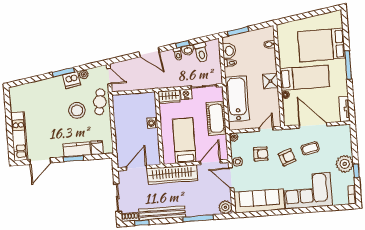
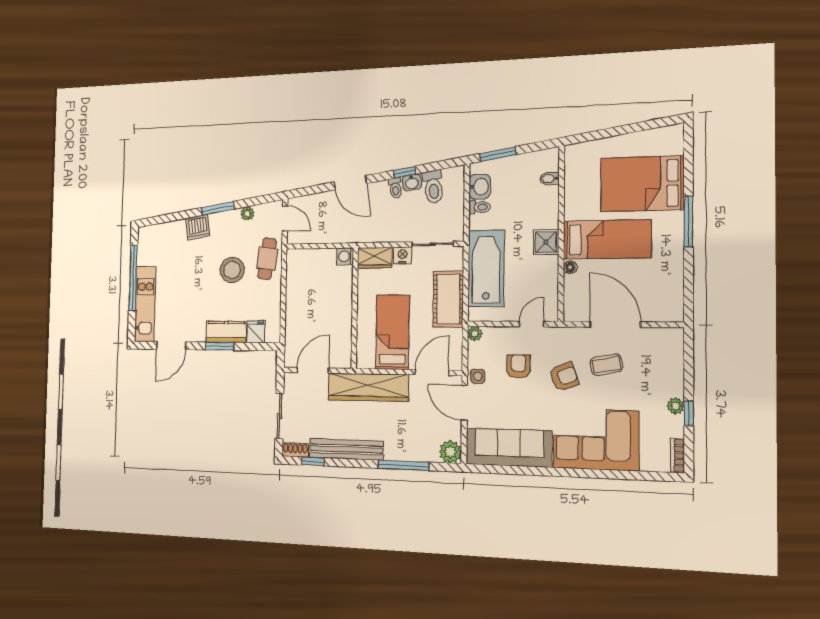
dishwasher: (72, 80) -> (198, 227), moved
tv unit: (344, 109) -> (675, 300), removed
window: (9, 120) -> (133, 278), added
washing machine: (152, 123) -> (345, 256), moved
armchair: (261, 154) -> (518, 366), turned -90
plant: (345, 164) -> (676, 406), width x0.53, depth x0.53

